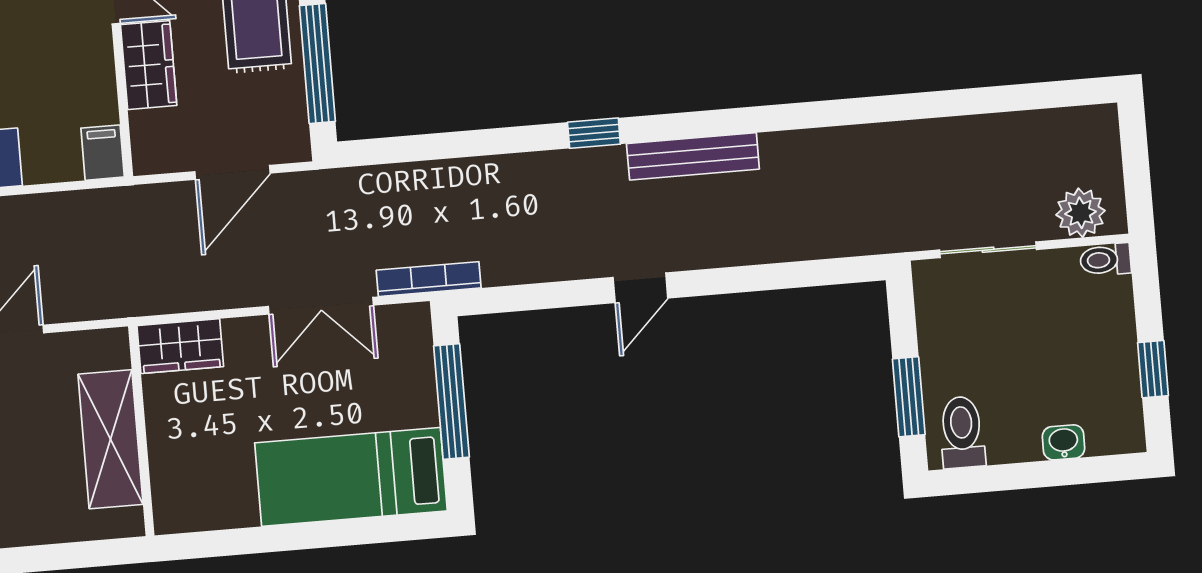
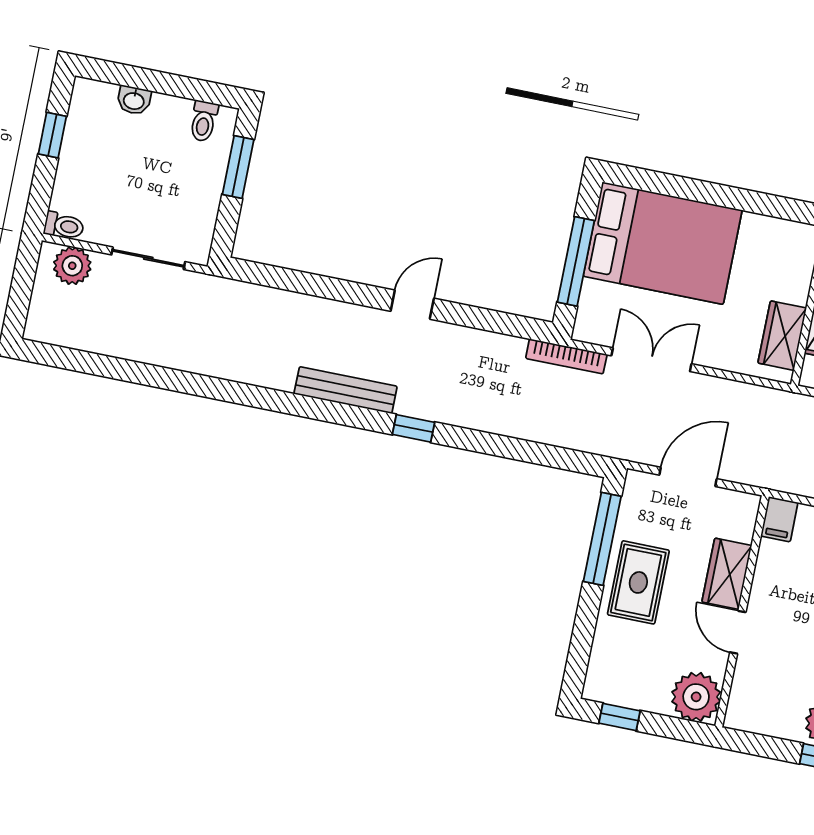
wardrobe: (180, 346) -> (782, 336), moved, turned -90
toilet: (962, 432) -> (204, 121), width x0.73, depth x0.72
bed: (351, 477) -> (663, 243), width x1.50

